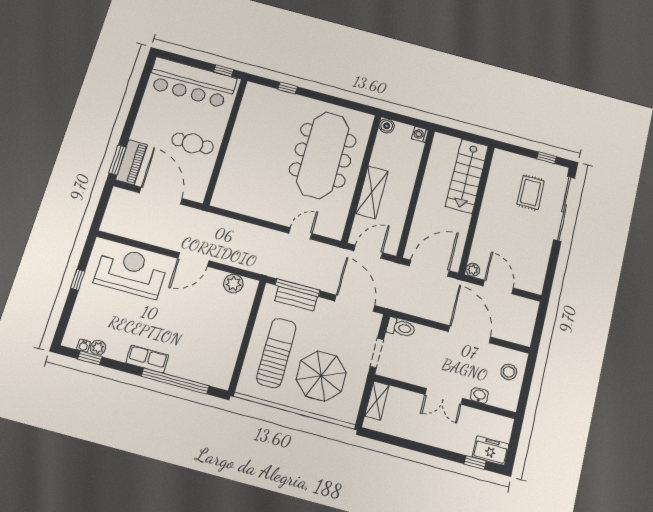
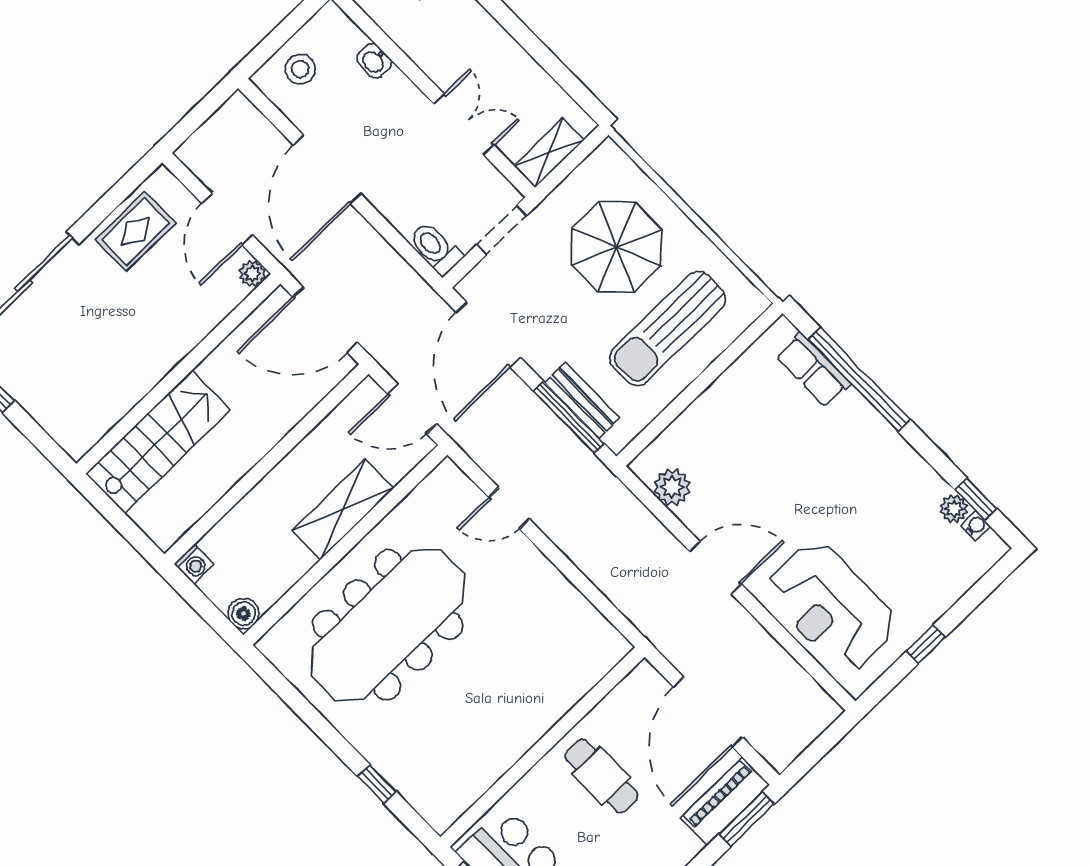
rug: (531, 193) -> (135, 231), moved
row of seats: (147, 359) -> (813, 370), moved
double door: (444, 396) -> (464, 125), moved

